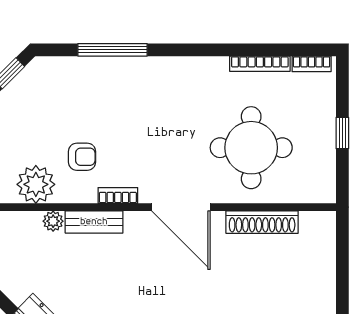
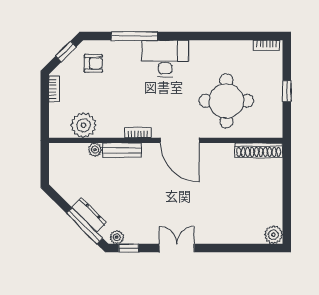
bookcase: (260, 64) -> (232, 45), removed
desk: (159, 84) -> (165, 58), added
armchair: (82, 157) -> (93, 63), moved
shoe rack: (262, 222) -> (259, 150), moved

